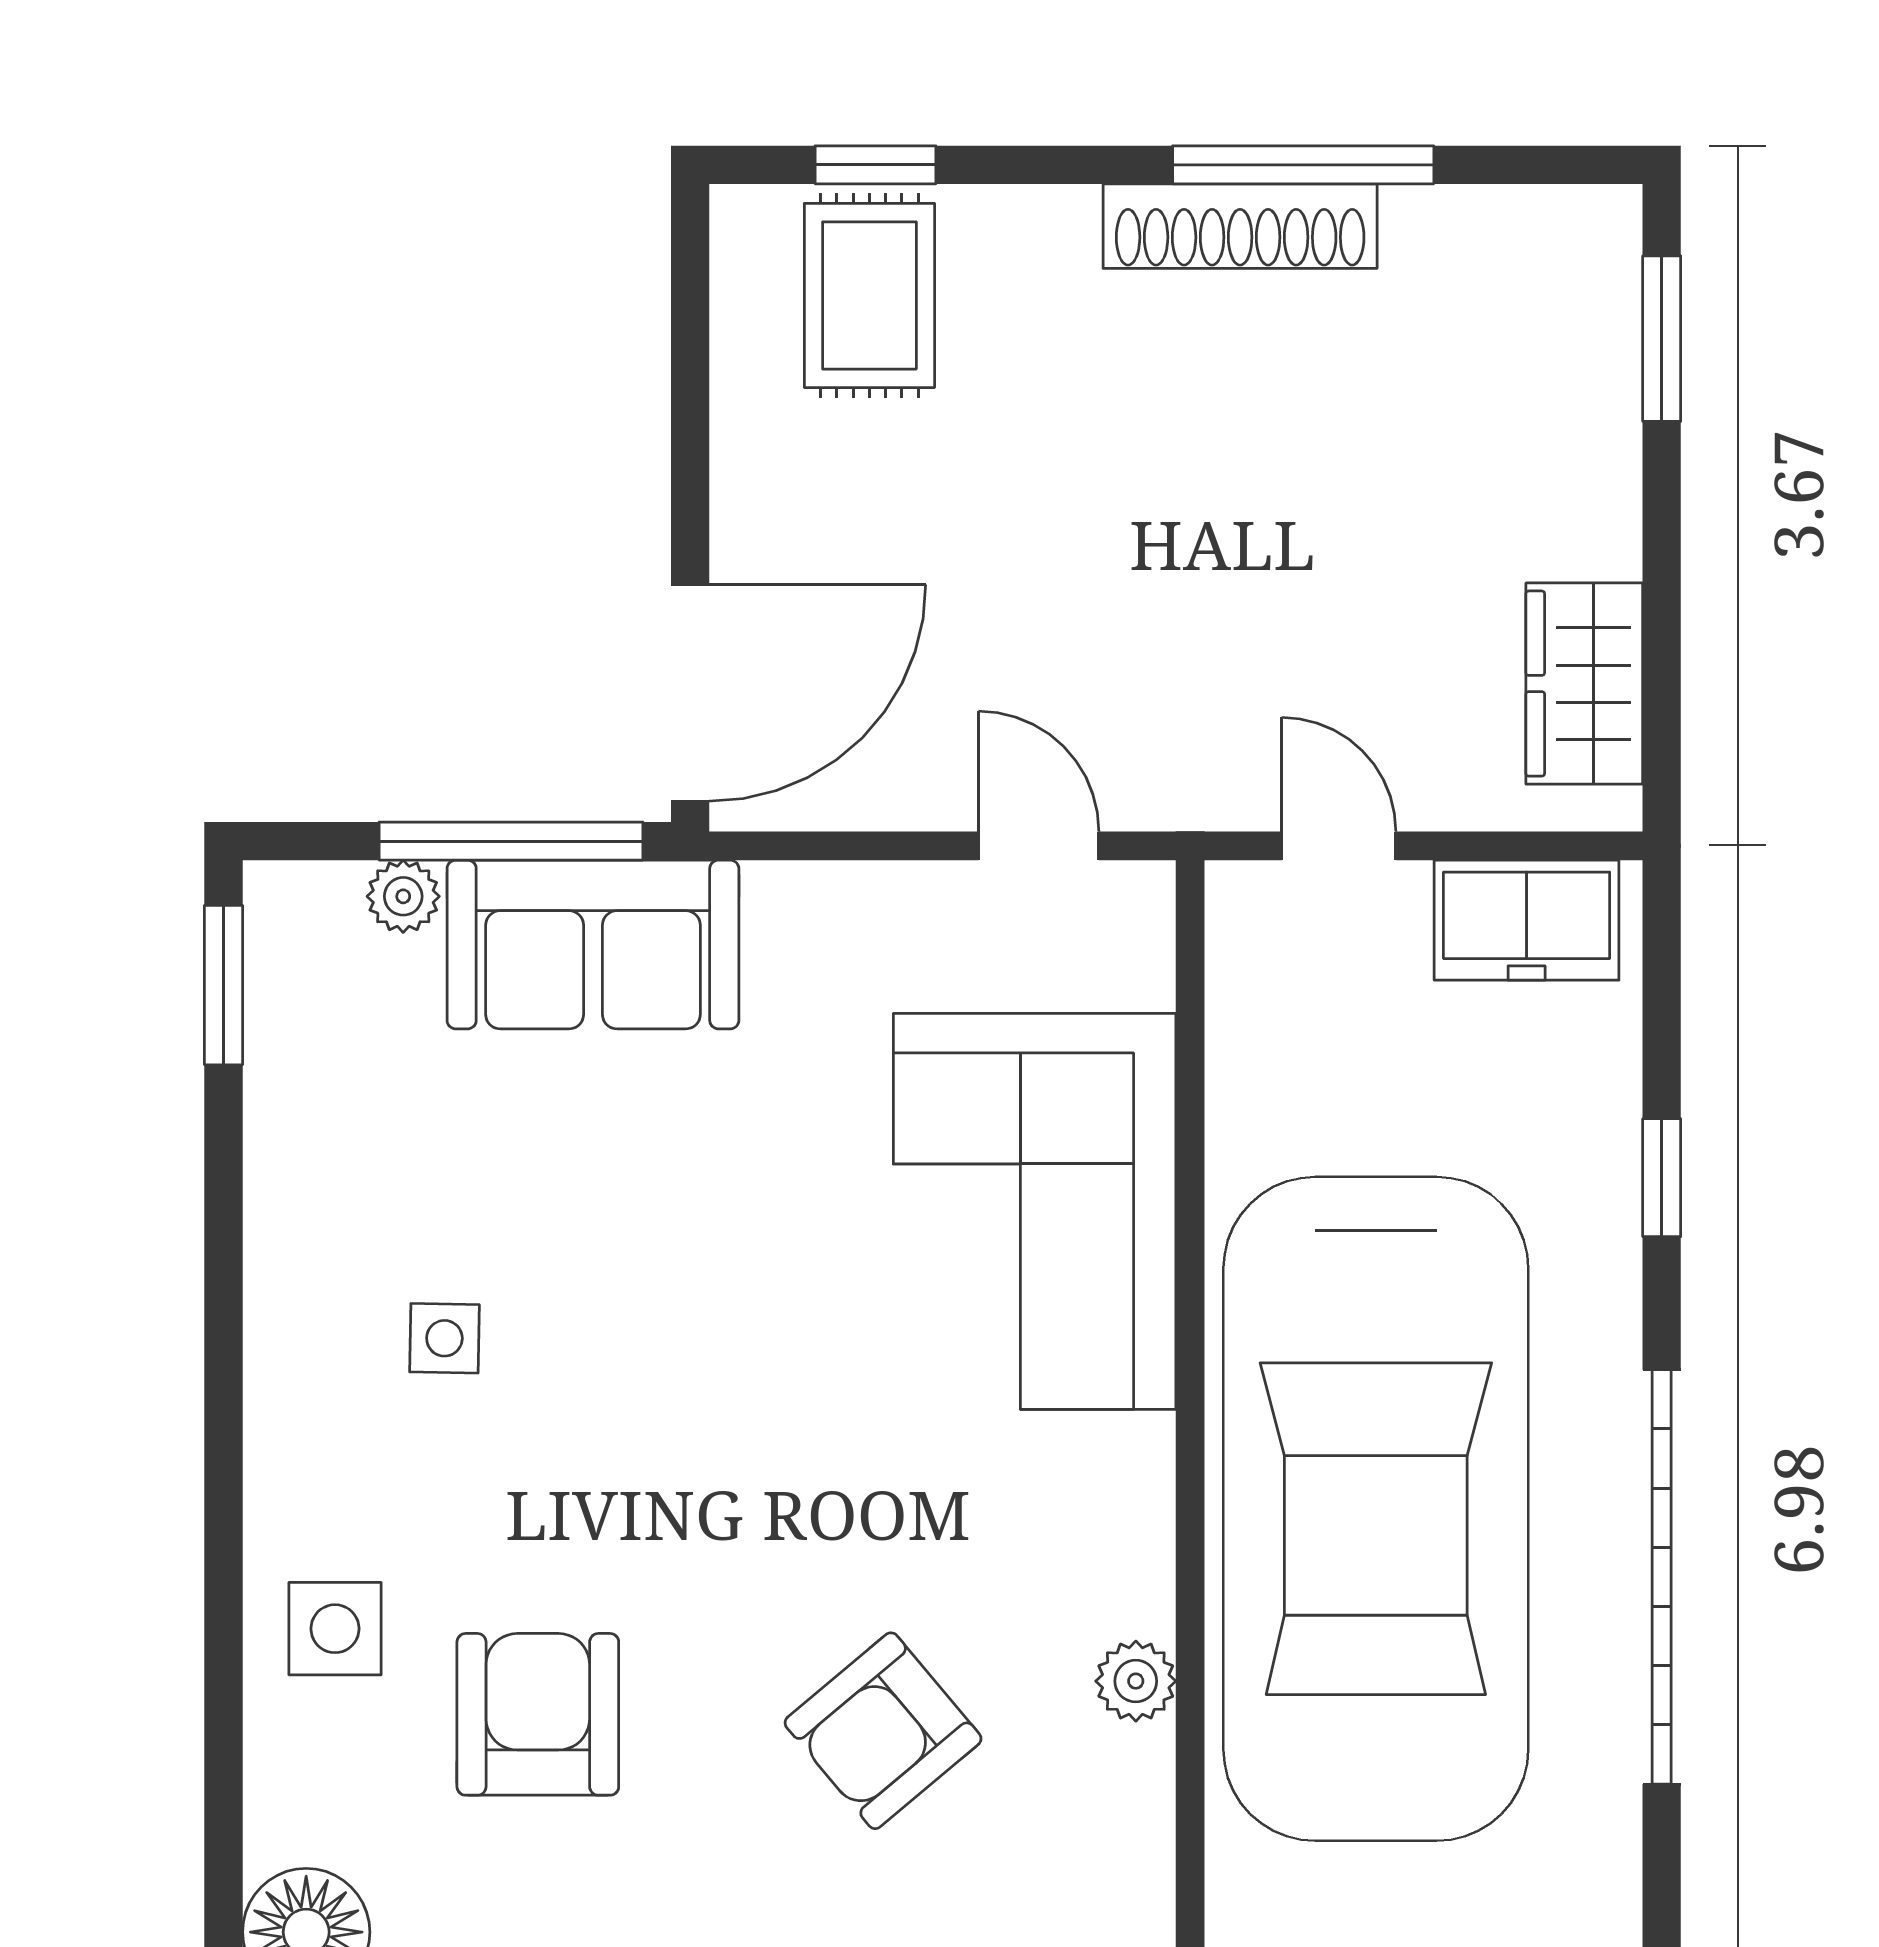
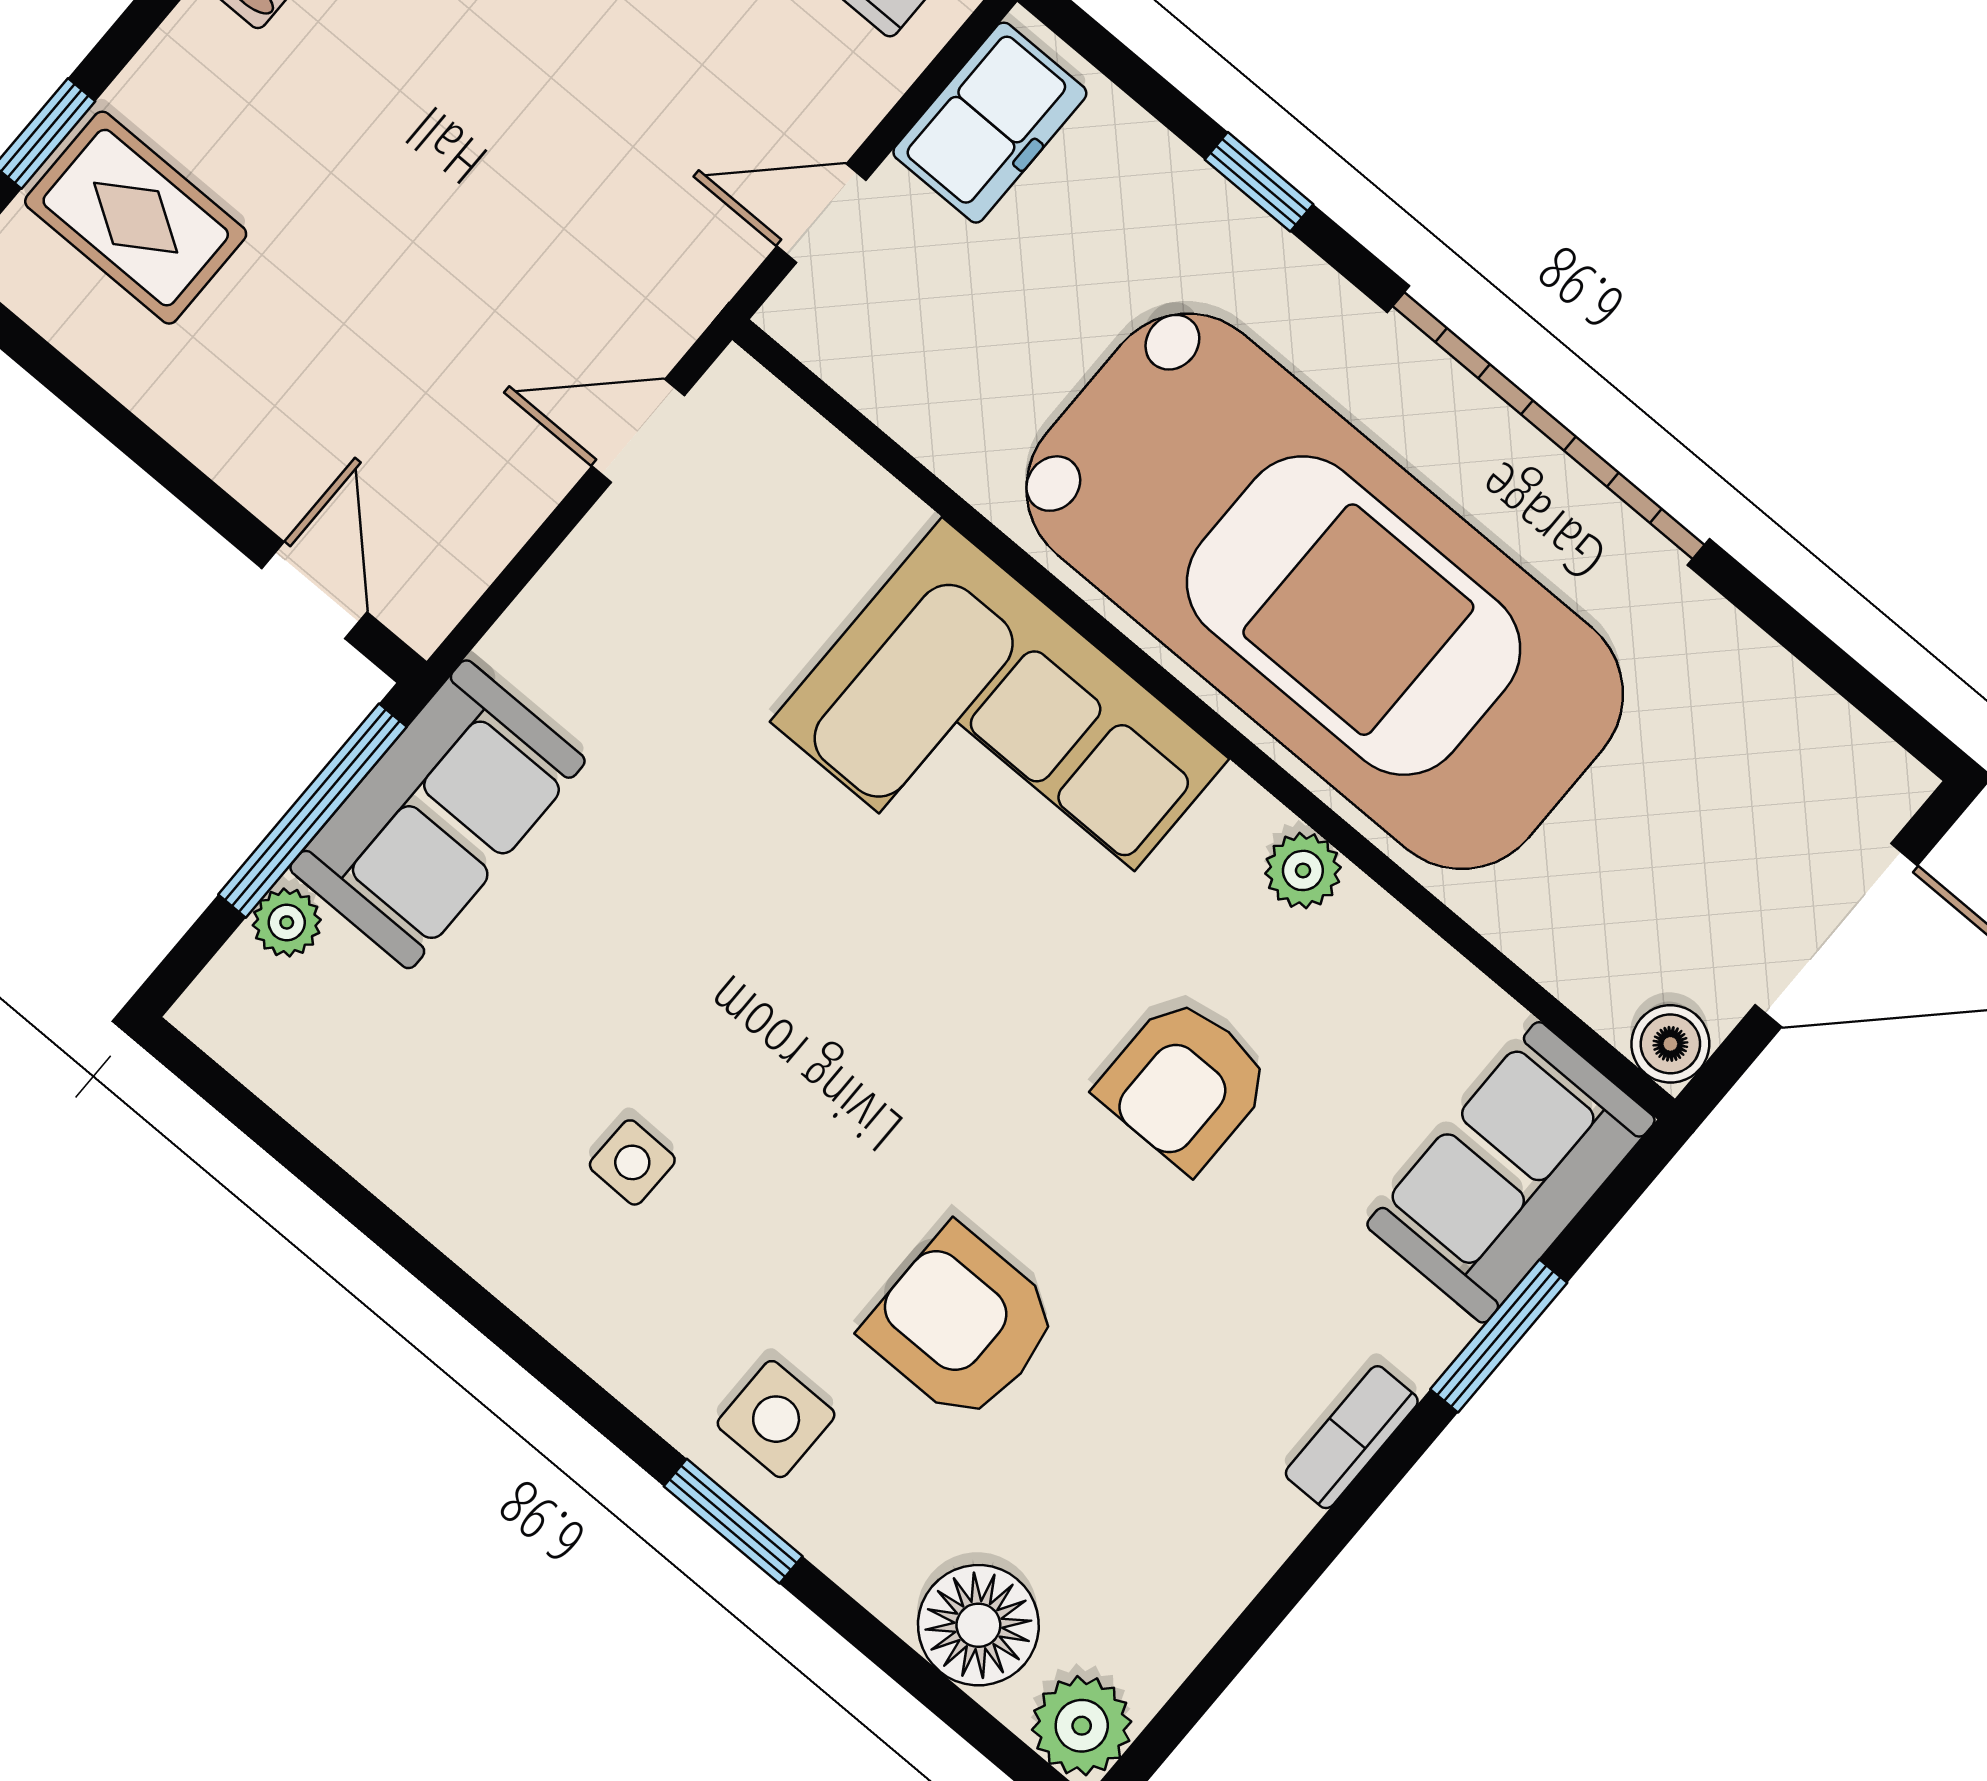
door: (690, 693) -> (314, 590), width x0.53
window: (223, 985) -> (733, 1521), moved
corner sofa: (1035, 1211) -> (1000, 740), moved
armchair: (883, 1731) -> (1185, 1084), turned 40

